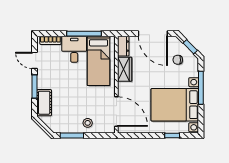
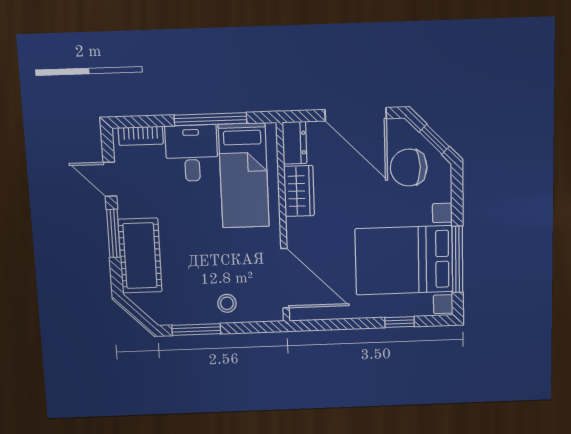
chair: (178, 60) -> (409, 168), width x1.87, depth x1.87
window: (201, 88) -> (457, 259), moved
cot: (44, 103) -> (140, 256), width x1.37, depth x1.34

